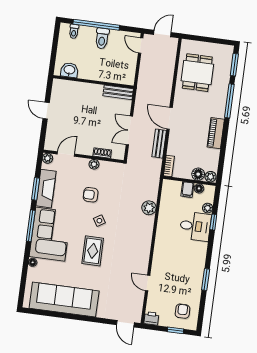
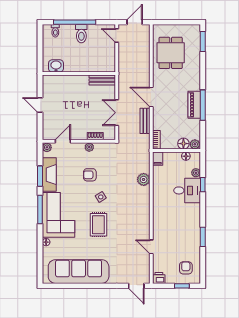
window: (229, 101) -> (203, 105), moved
filing cabinet: (187, 190) -> (158, 159), moved

